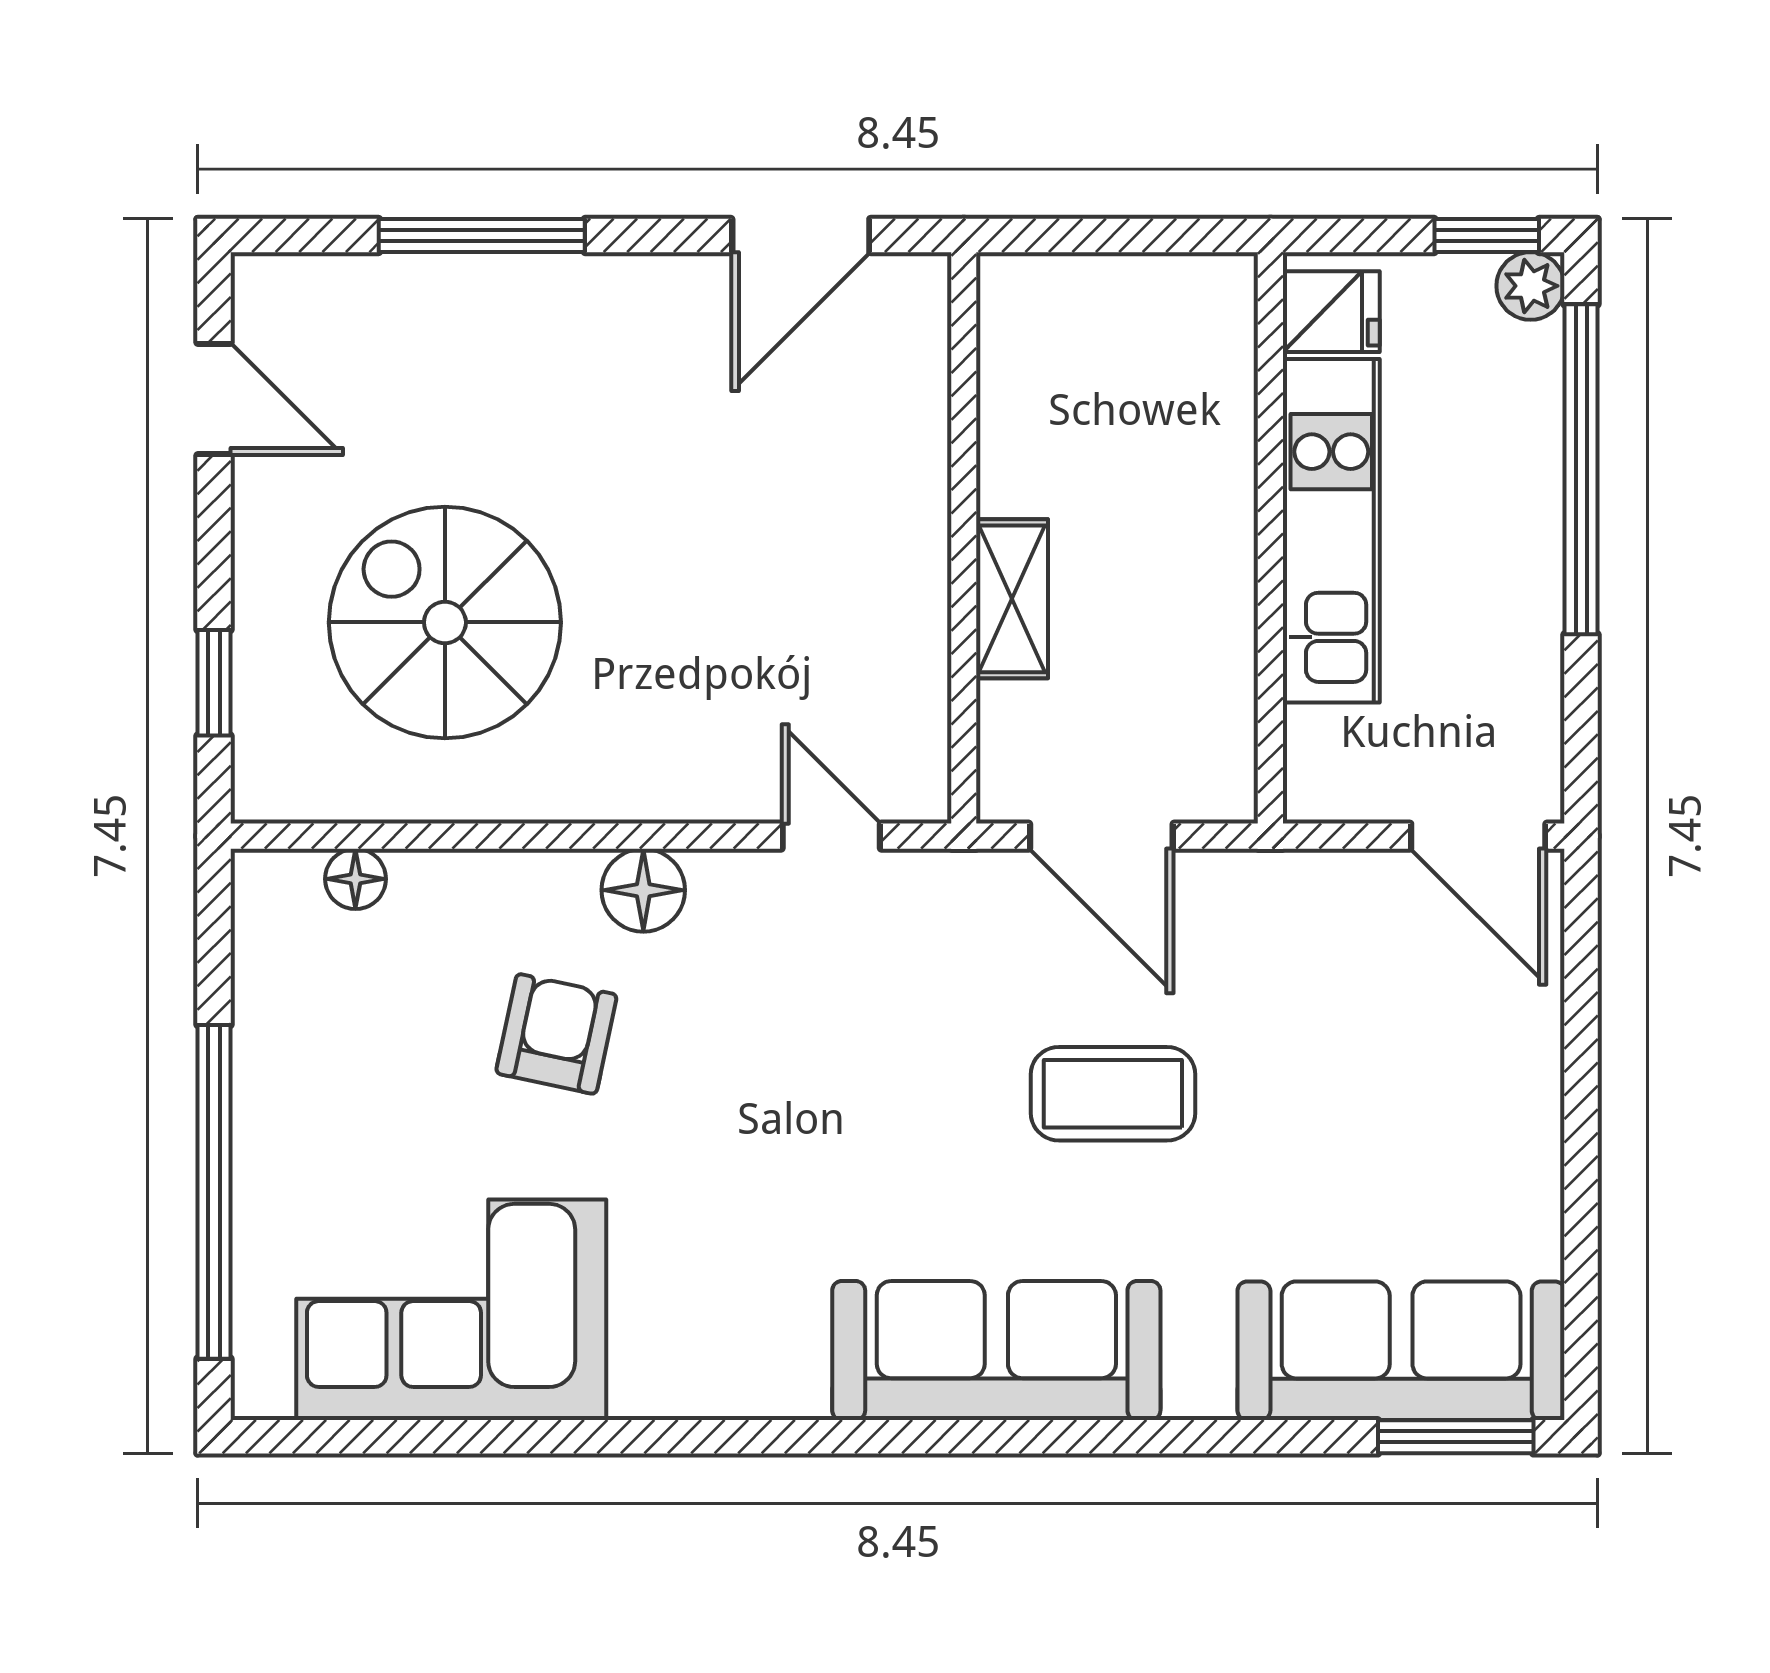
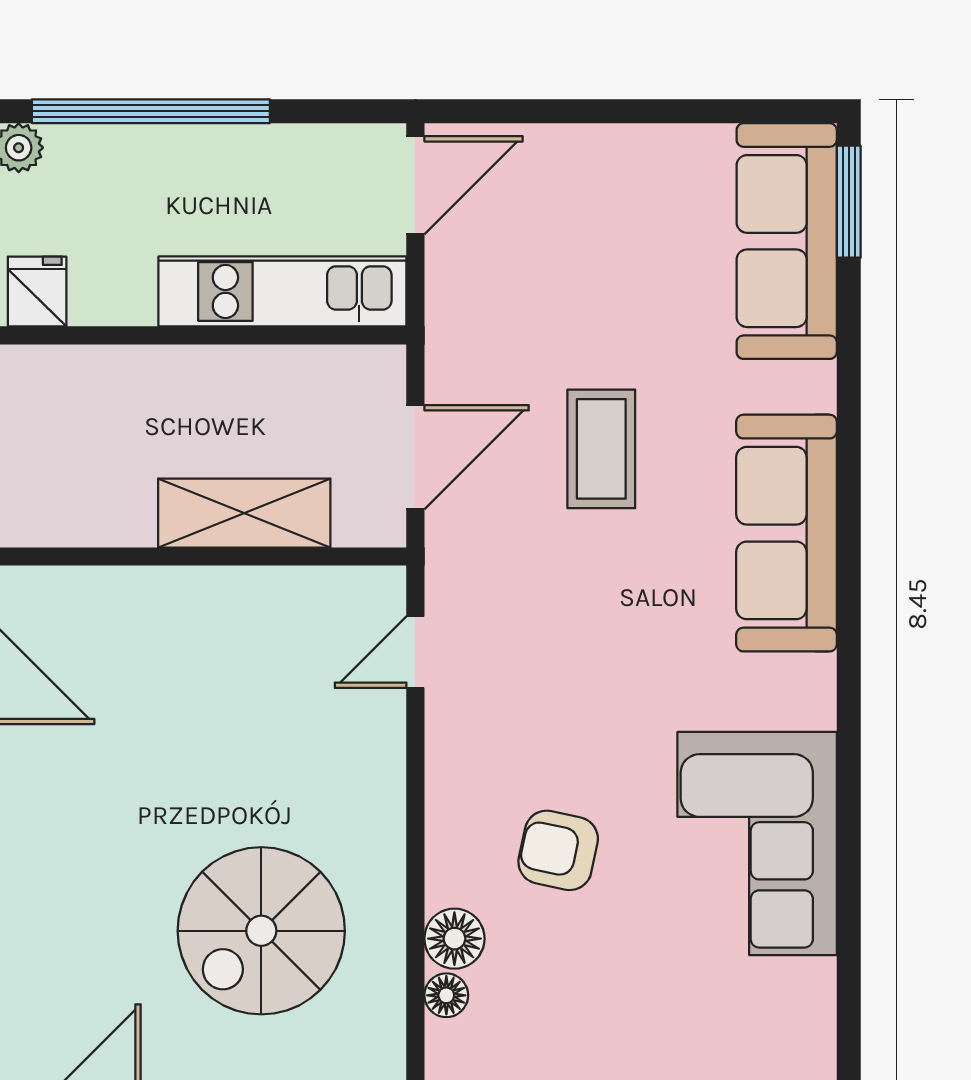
kitchen unit: (1331, 531) -> (282, 291), moved
shelving: (1012, 599) -> (244, 513), width x1.50, depth x1.33
floor lamp: (643, 890) -> (454, 939), moved
corner sofa: (451, 1310) -> (757, 844), moved

